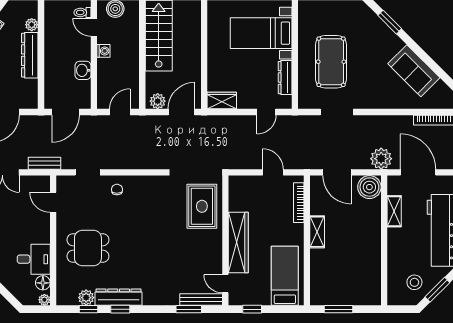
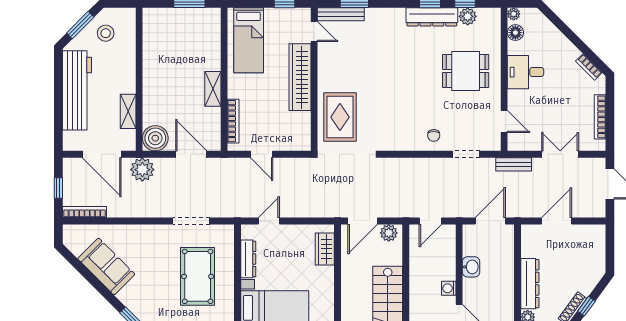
wardrobe: (222, 101) -> (325, 249), moved, turned 90
desk: (34, 259) -> (525, 72), moved

